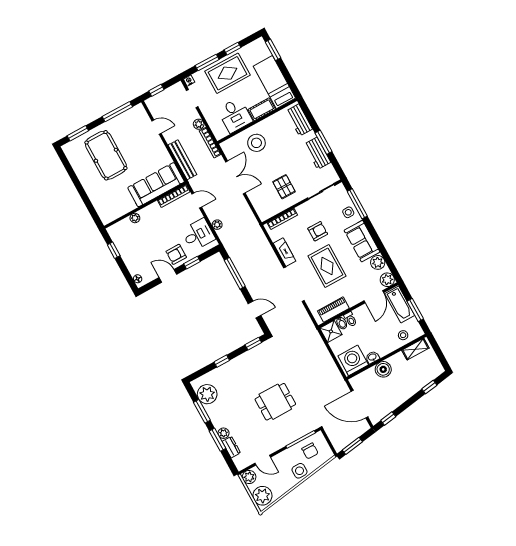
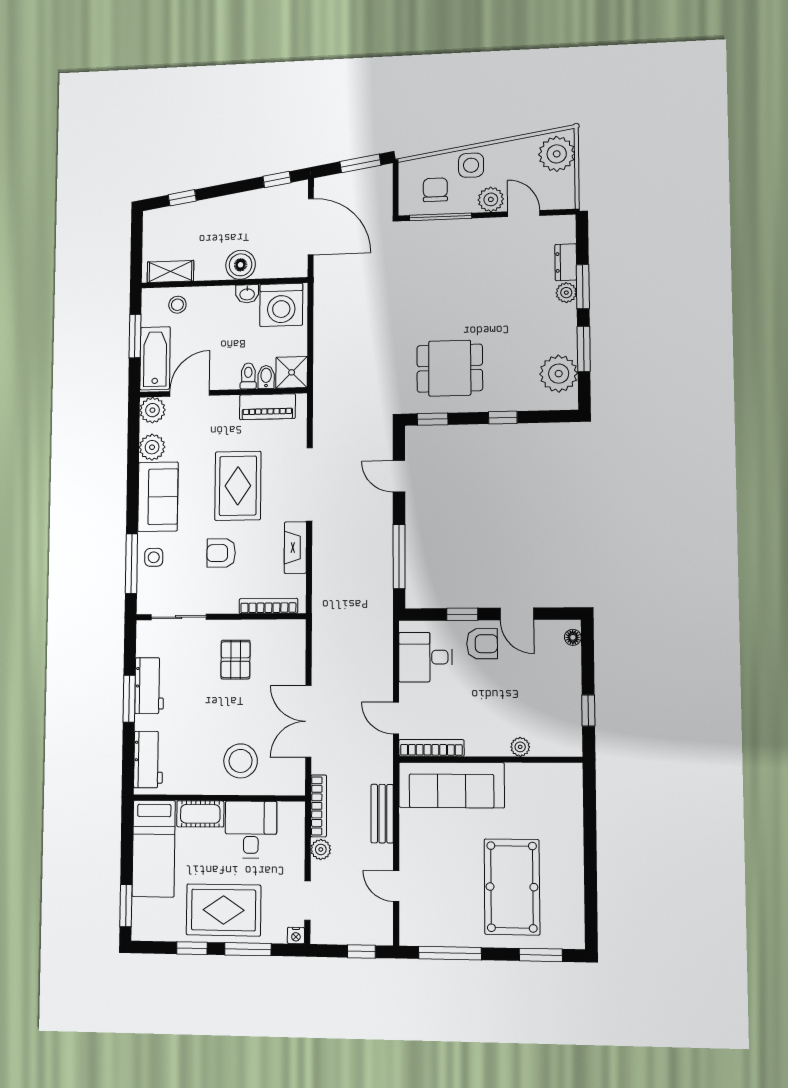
bench: (182, 160) -> (382, 814), width x0.73
plant: (217, 225) -> (384, 657), removed
dining table: (275, 402) -> (450, 368), moved
plant: (249, 477) -> (491, 199), moved

